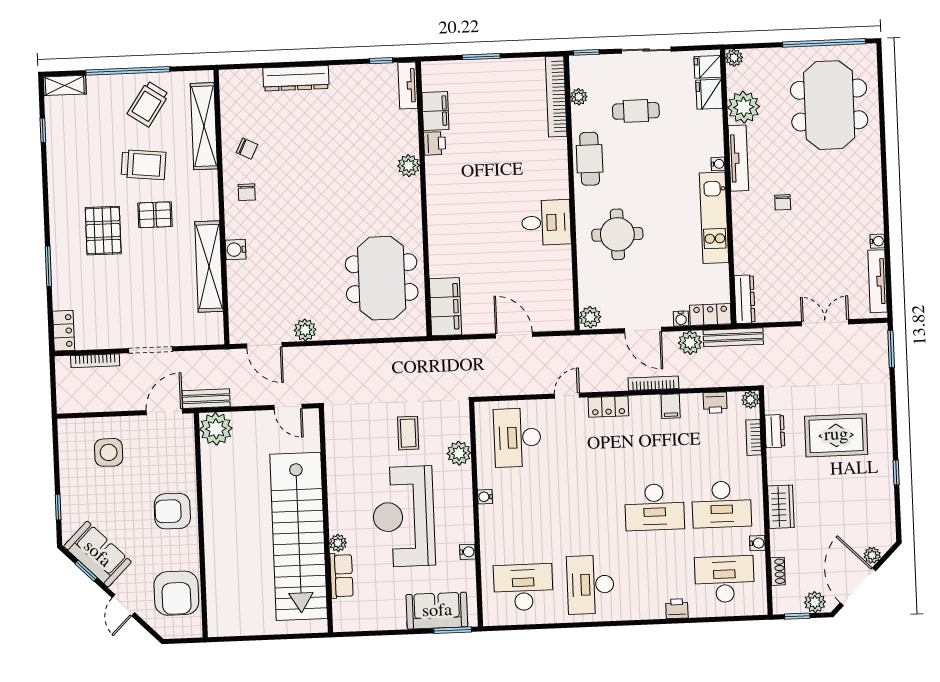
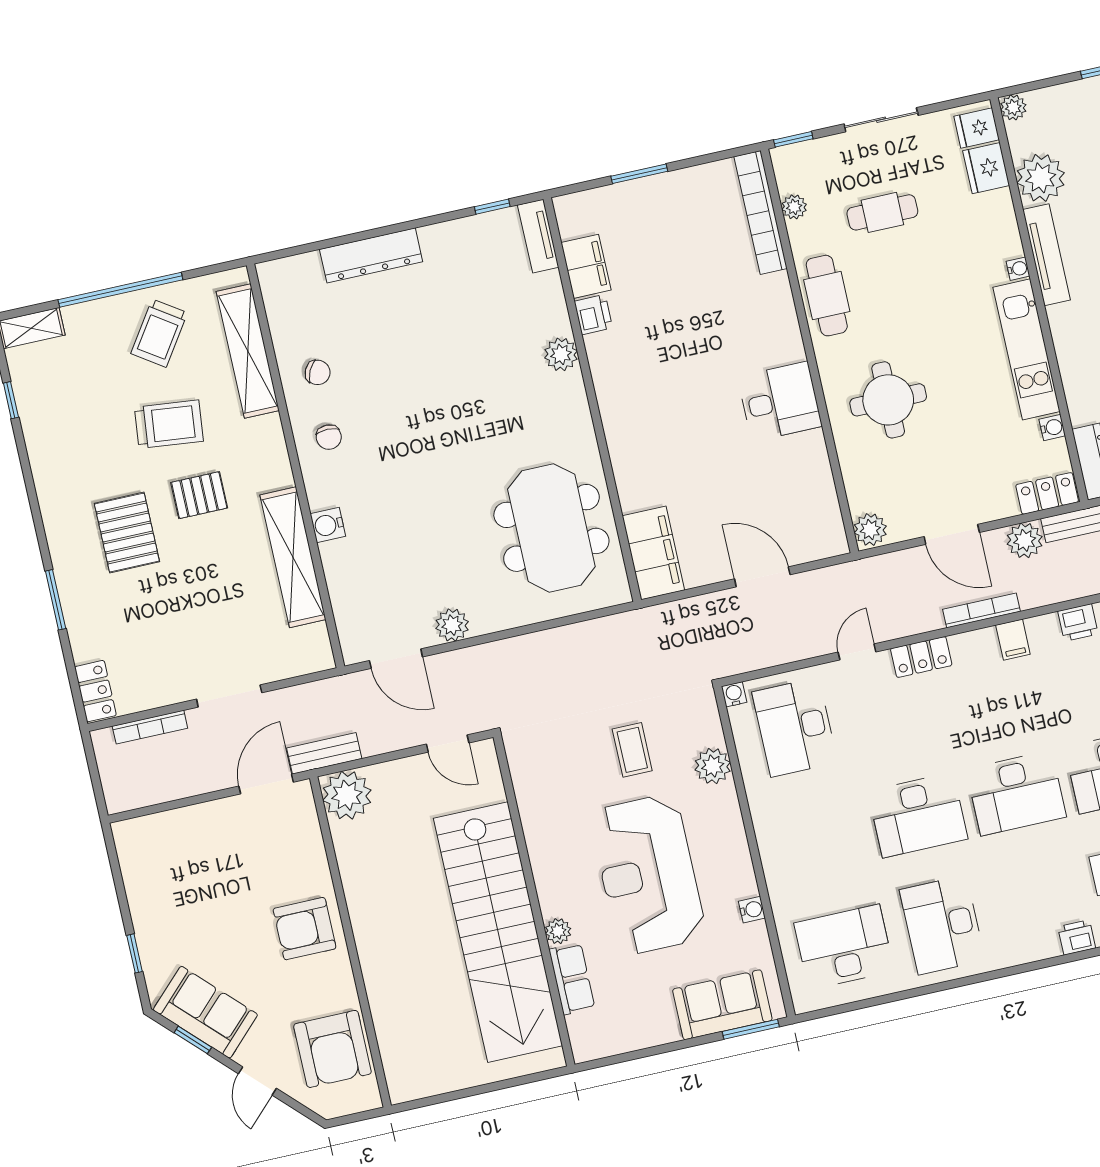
water cooler: (681, 319) -> (1052, 427), moved, turned -90
side table: (109, 452) -> (195, 859), removed
water cooler: (485, 497) -> (734, 694), moved, turned 90
desk: (587, 510) -> (918, 815), added

